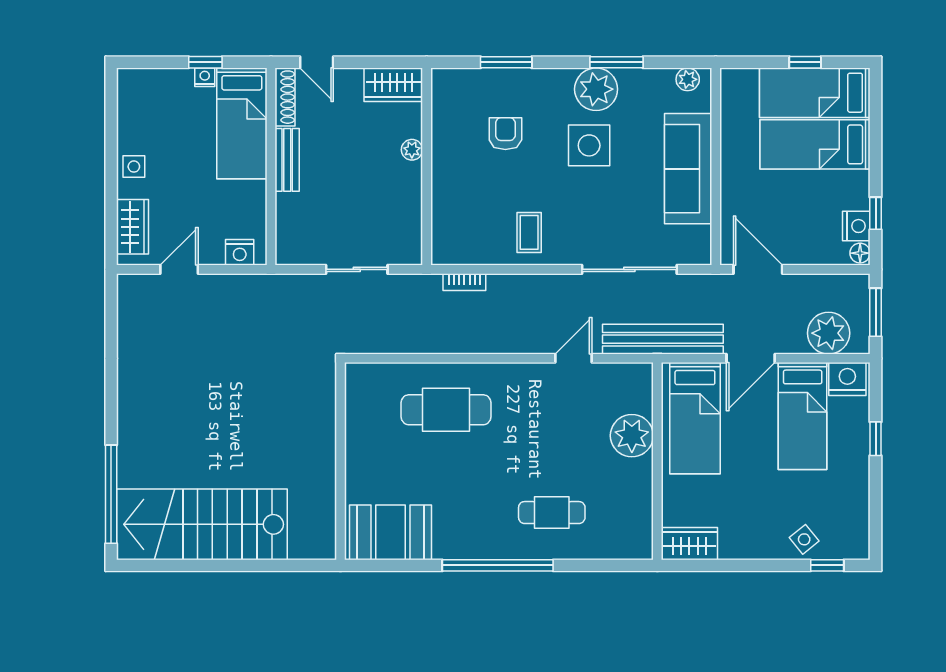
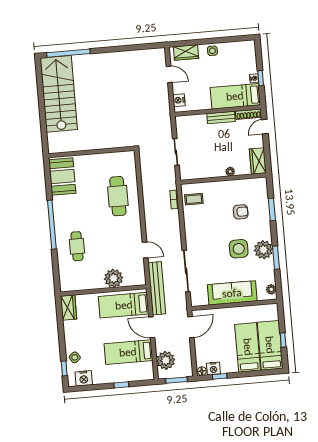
coffee table: (529, 232) -> (194, 199), moved
nightstand: (847, 379) -> (84, 378), moved, turned 90

